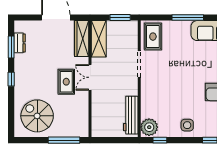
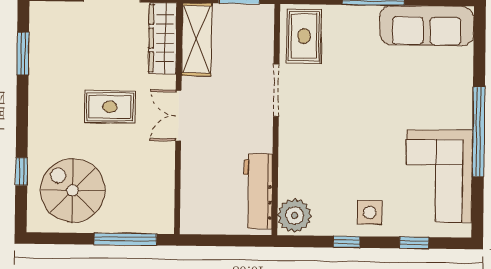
dresser: (20, 43) -> (40, 46), removed
window: (11, 79) -> (21, 171), moved
rug: (66, 82) -> (110, 107), moved, turned 90
window: (160, 140) -> (347, 242), moved

